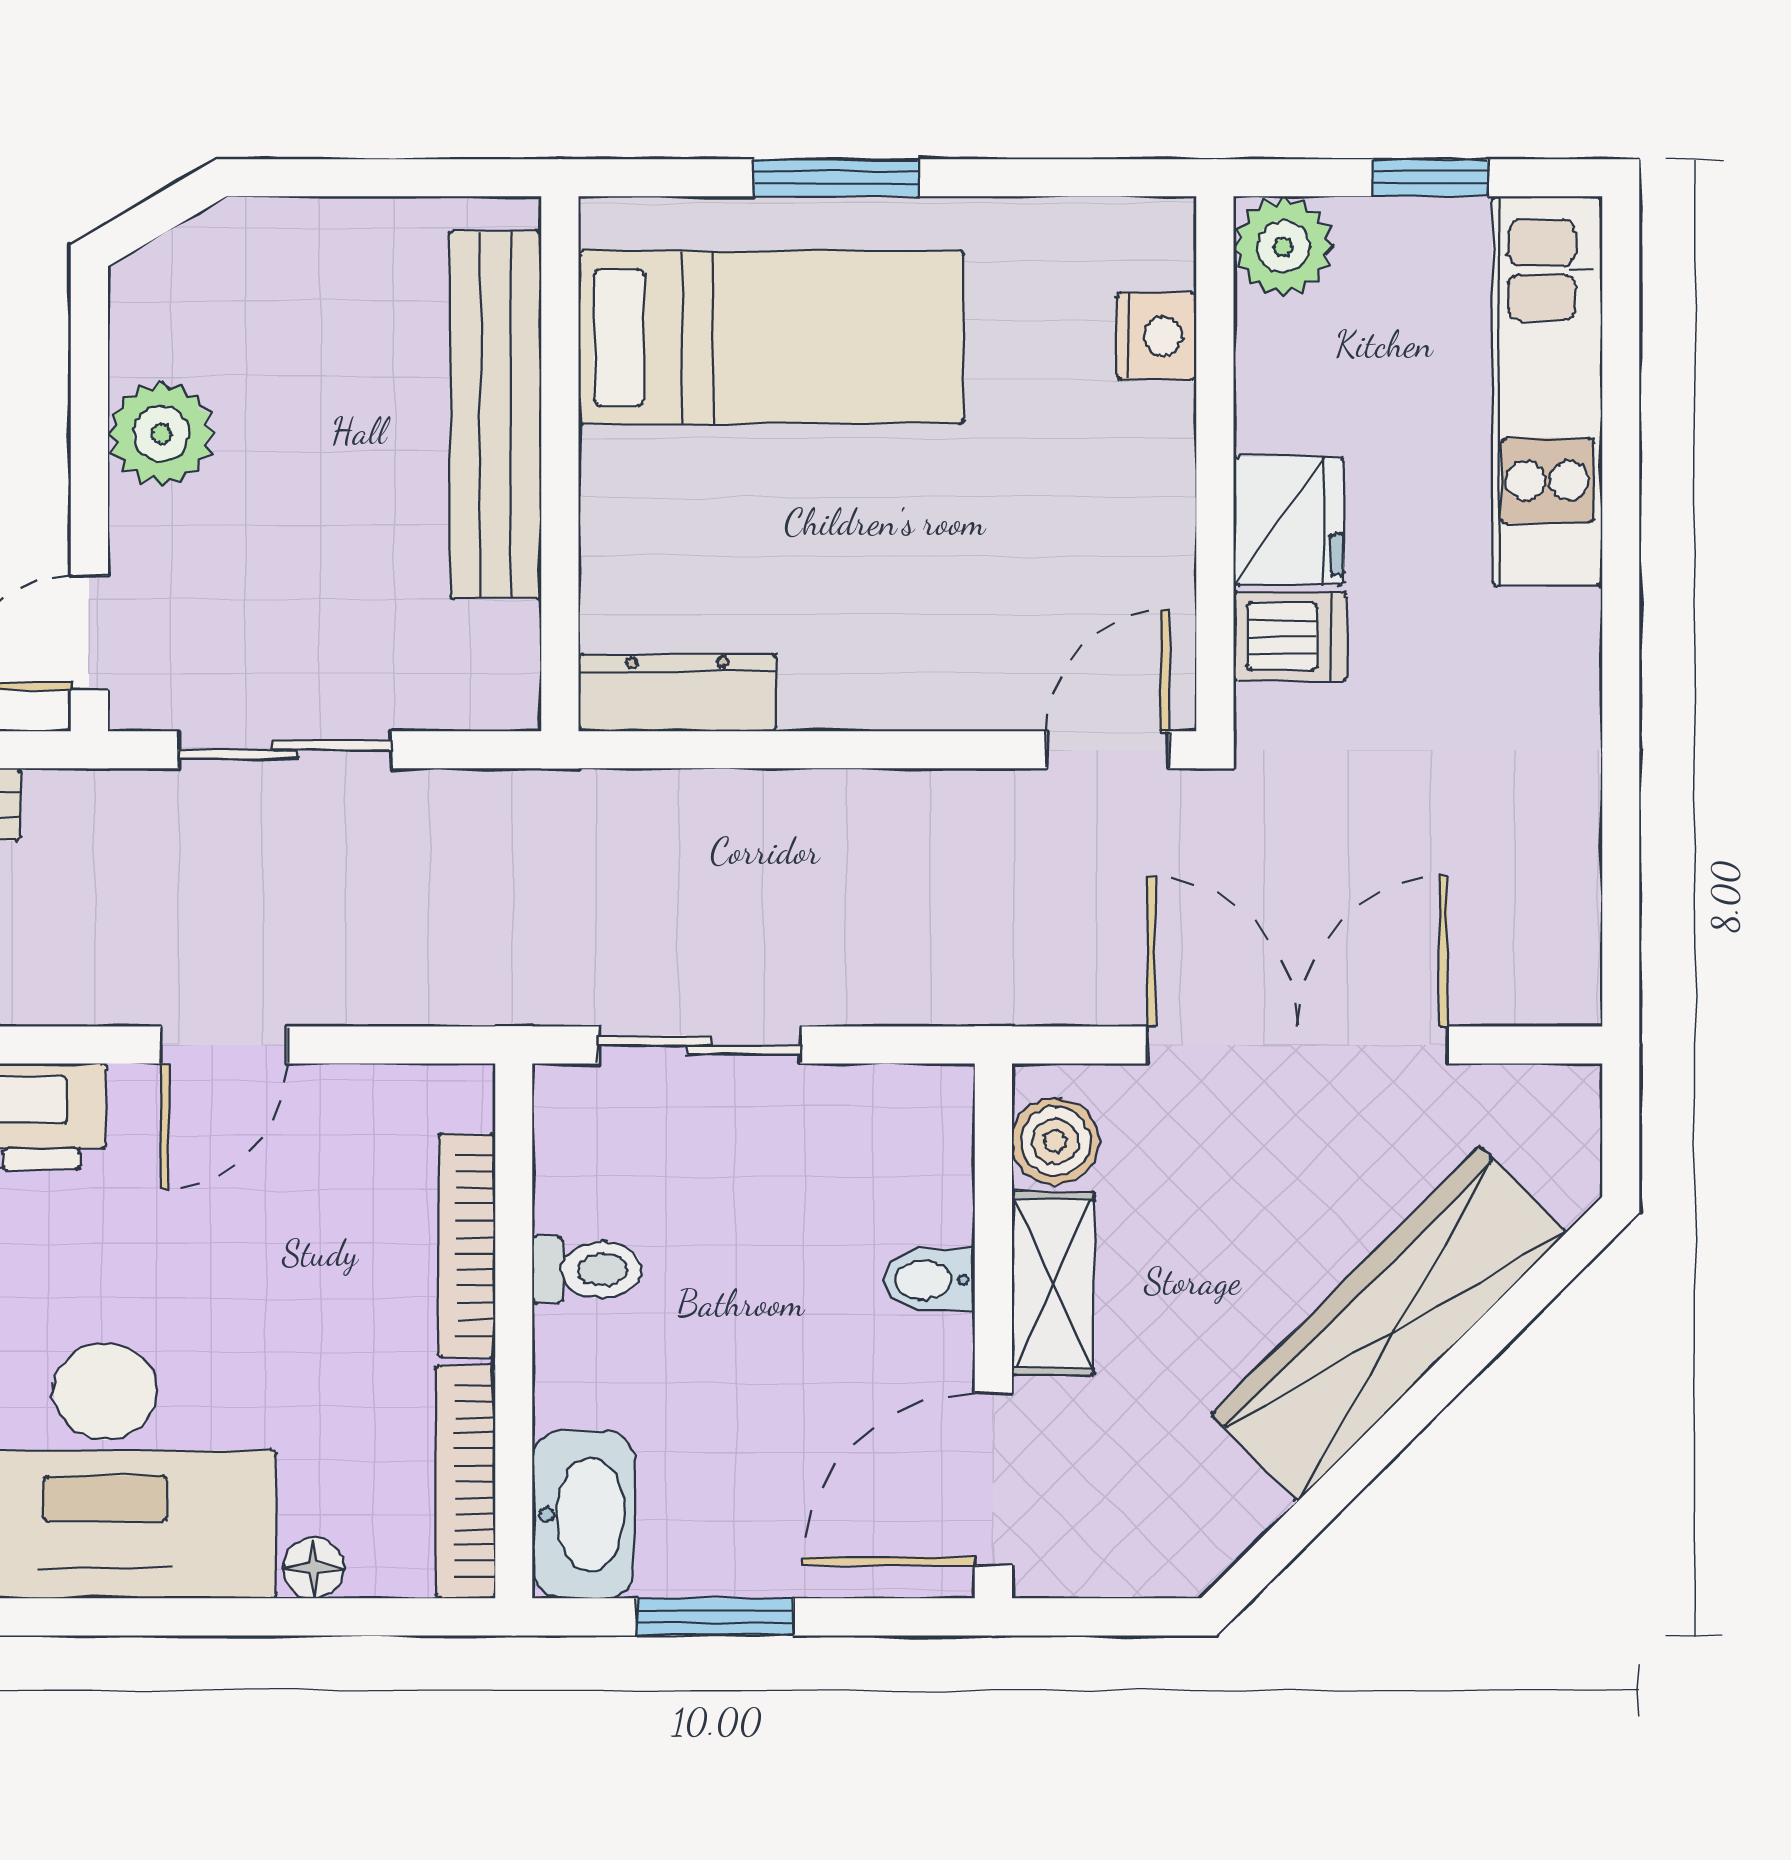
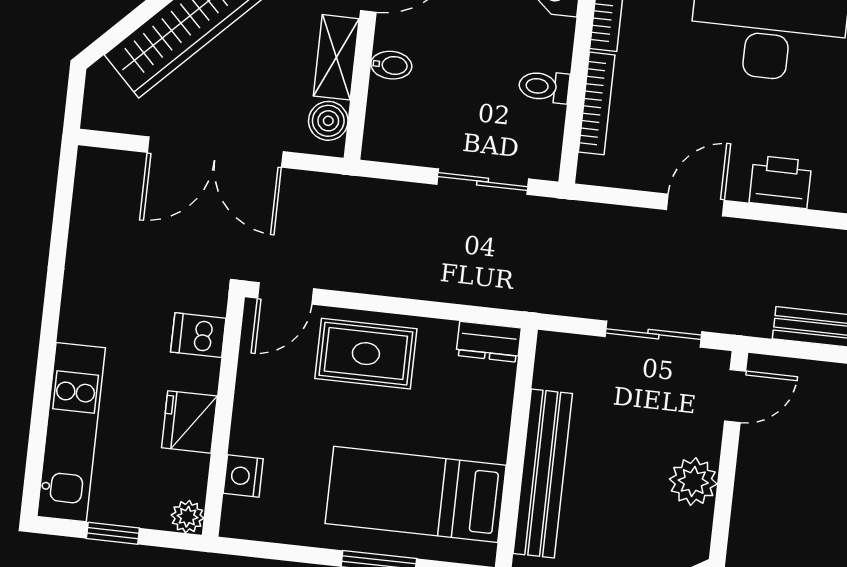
plant: (1283, 246) -> (187, 517), width x0.73, depth x0.73
fridge: (1288, 521) -> (189, 422), moved
rug: (915, 636) -> (366, 354), added
dresser: (677, 693) -> (489, 342), width x0.70

